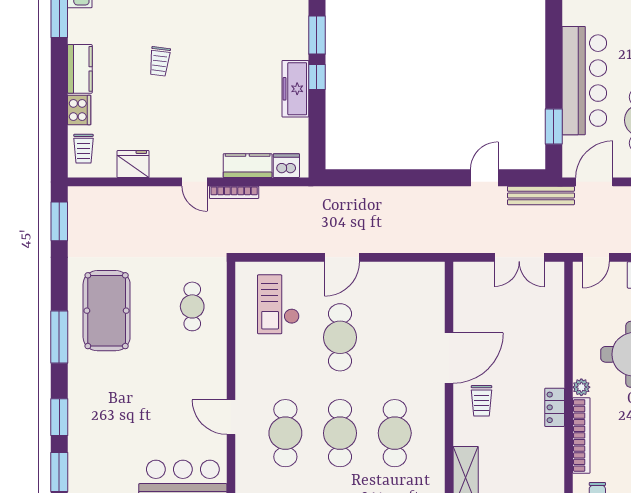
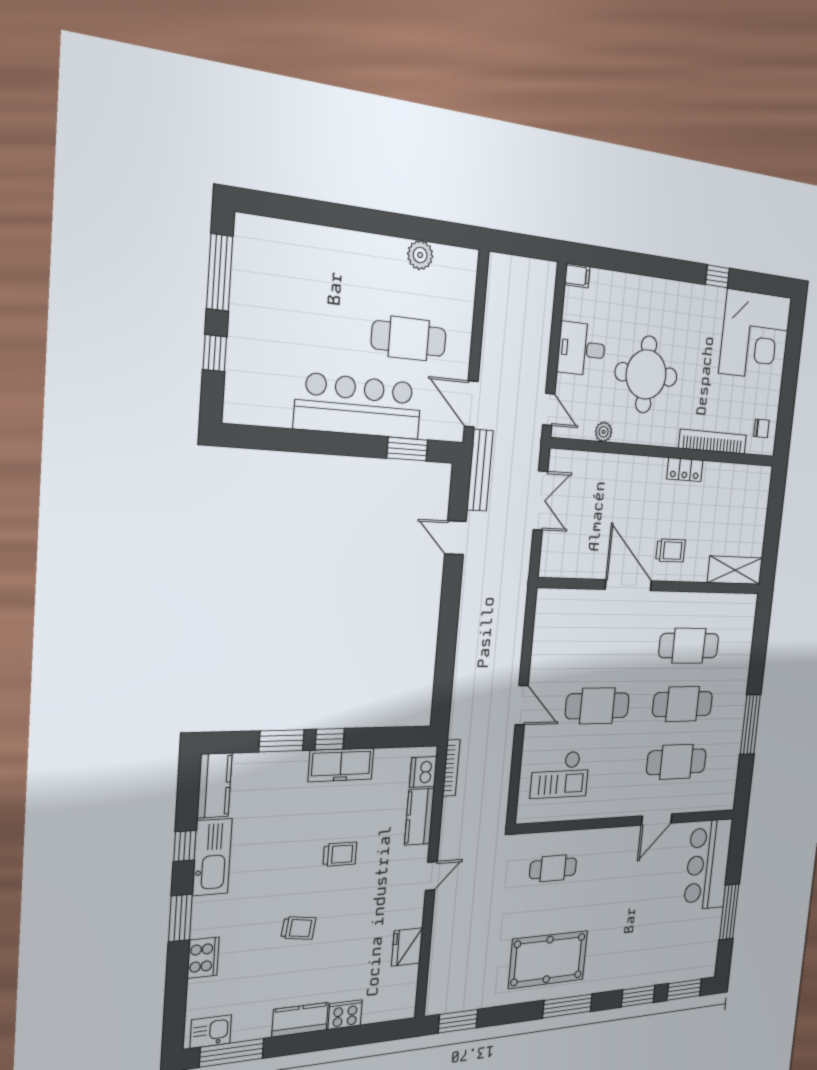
trolley: (83, 149) -> (340, 854), moved
bookcase: (234, 192) -> (451, 768), moved
plant: (581, 387) -> (604, 432), moved

